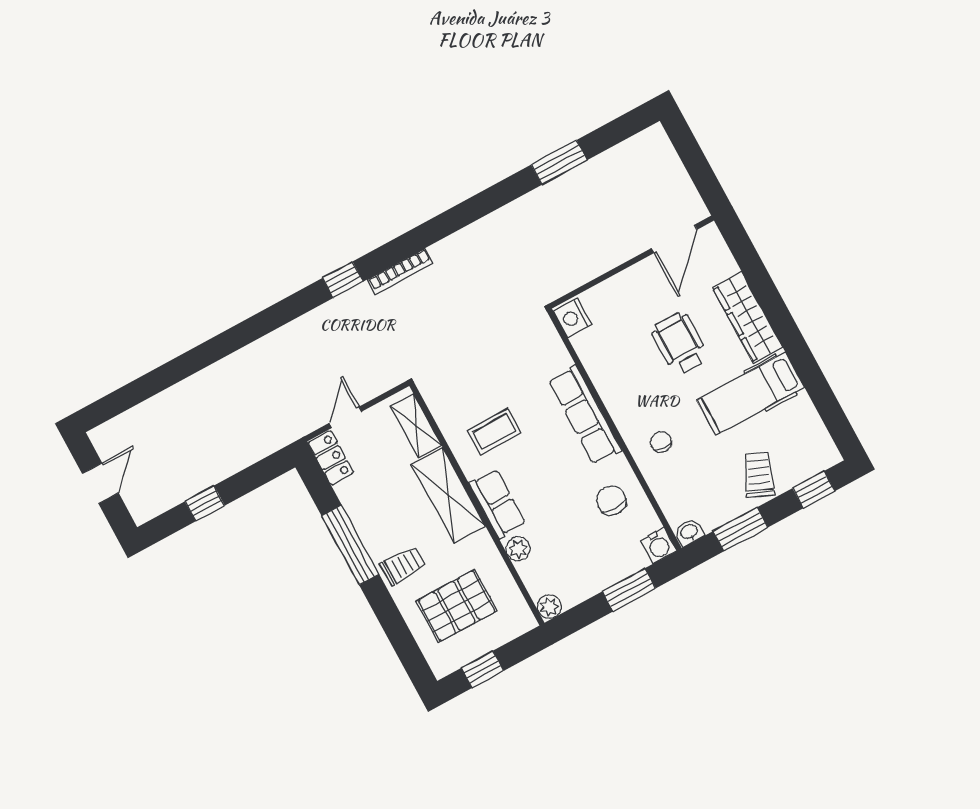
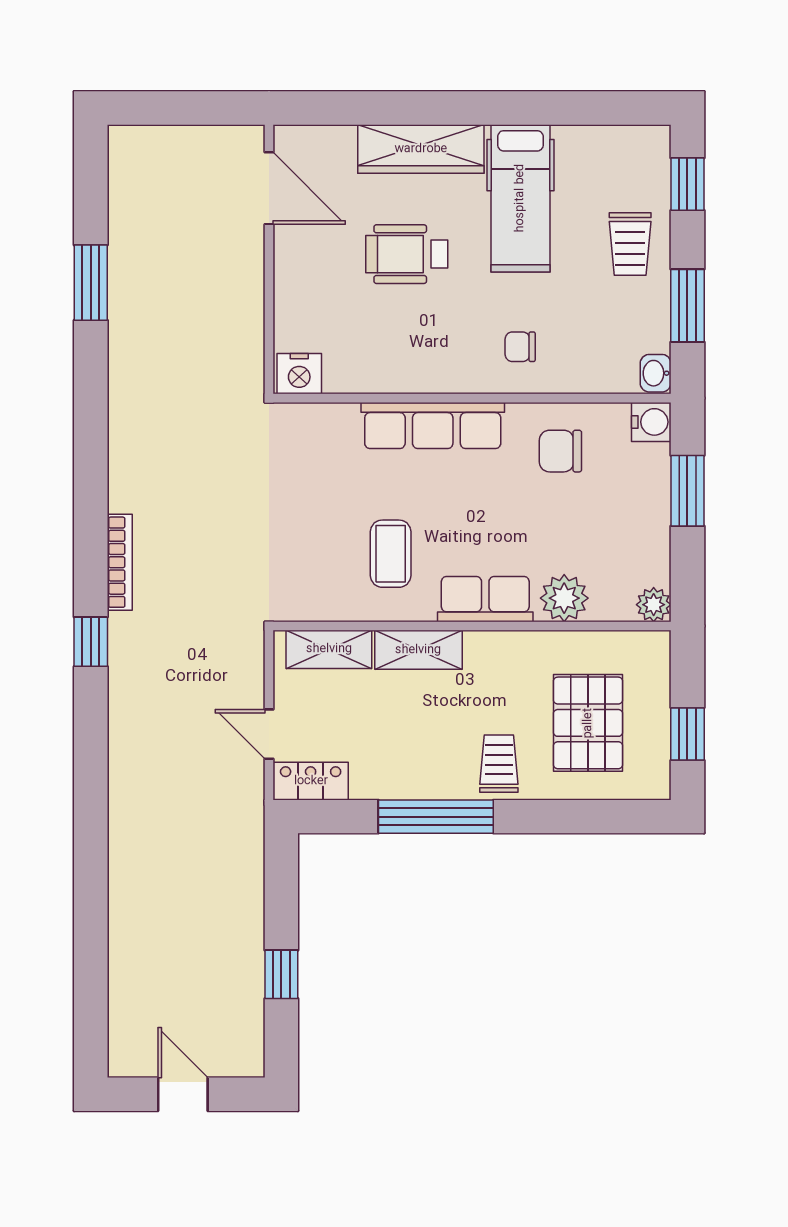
trolley: (759, 475) -> (630, 244), turned -113
shelving: (448, 495) -> (418, 650), width x0.67, depth x0.75
plant: (518, 549) -> (564, 598), width x1.38, depth x1.38

